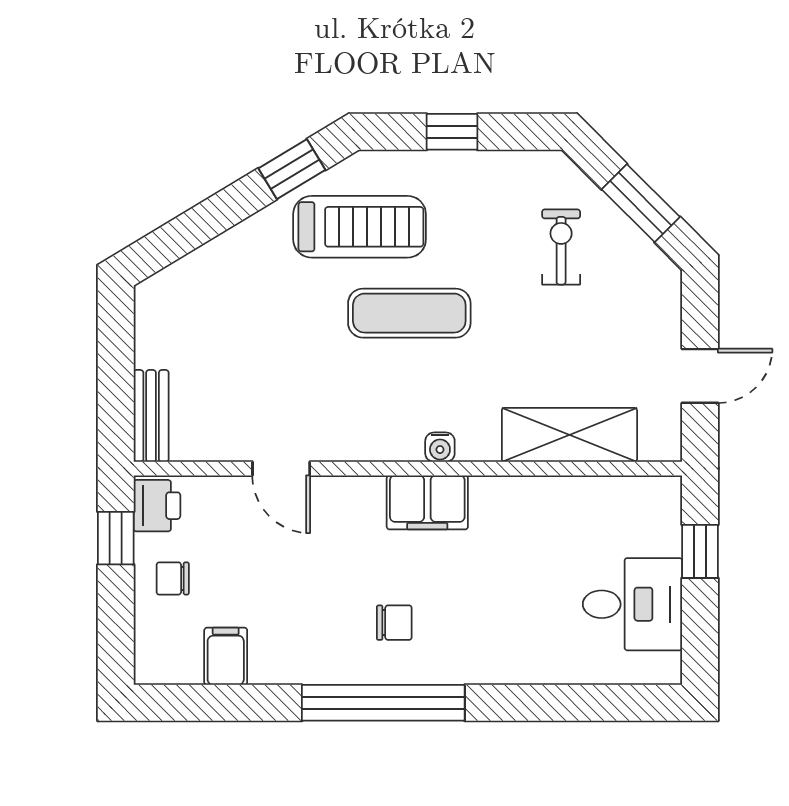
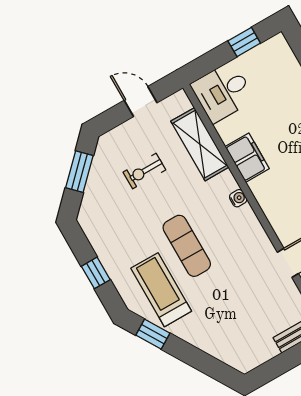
exercise bike: (561, 247) -> (144, 171), moved
filing cabinet: (427, 502) -> (247, 158), moved
window: (700, 551) -> (244, 42), moved
desk: (632, 604) -> (223, 92), moved, turned -90

